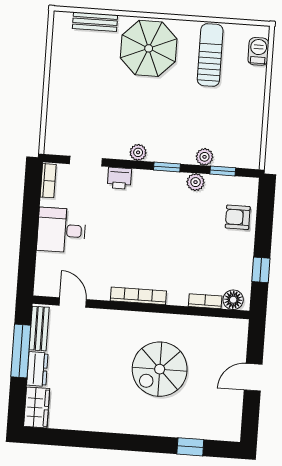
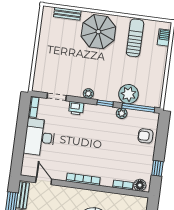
plant: (205, 157) -> (129, 94), width x1.87, depth x1.87
window: (223, 171) -> (138, 108), width x2.17
desk: (61, 230) -> (40, 137), width x1.37

